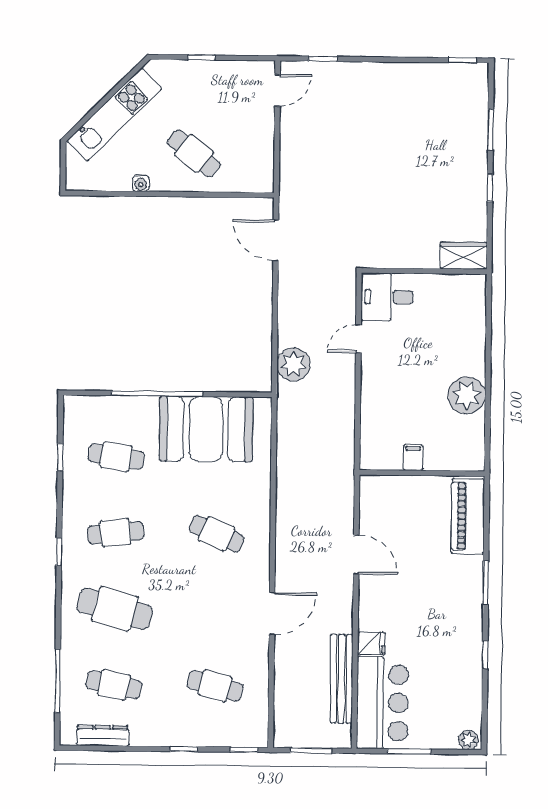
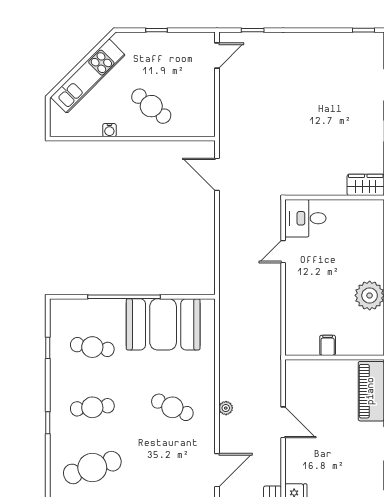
plant: (293, 364) -> (226, 408), moved, width x0.53, depth x0.53
cafe table: (115, 609) -> (92, 468), turned -33

